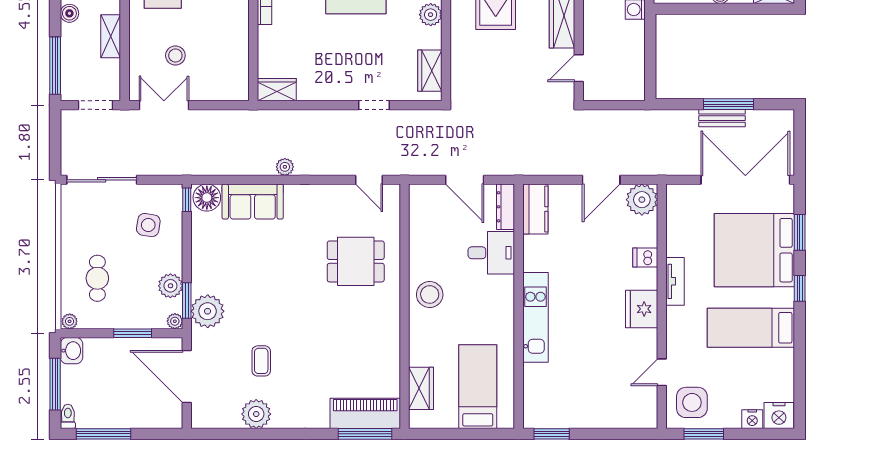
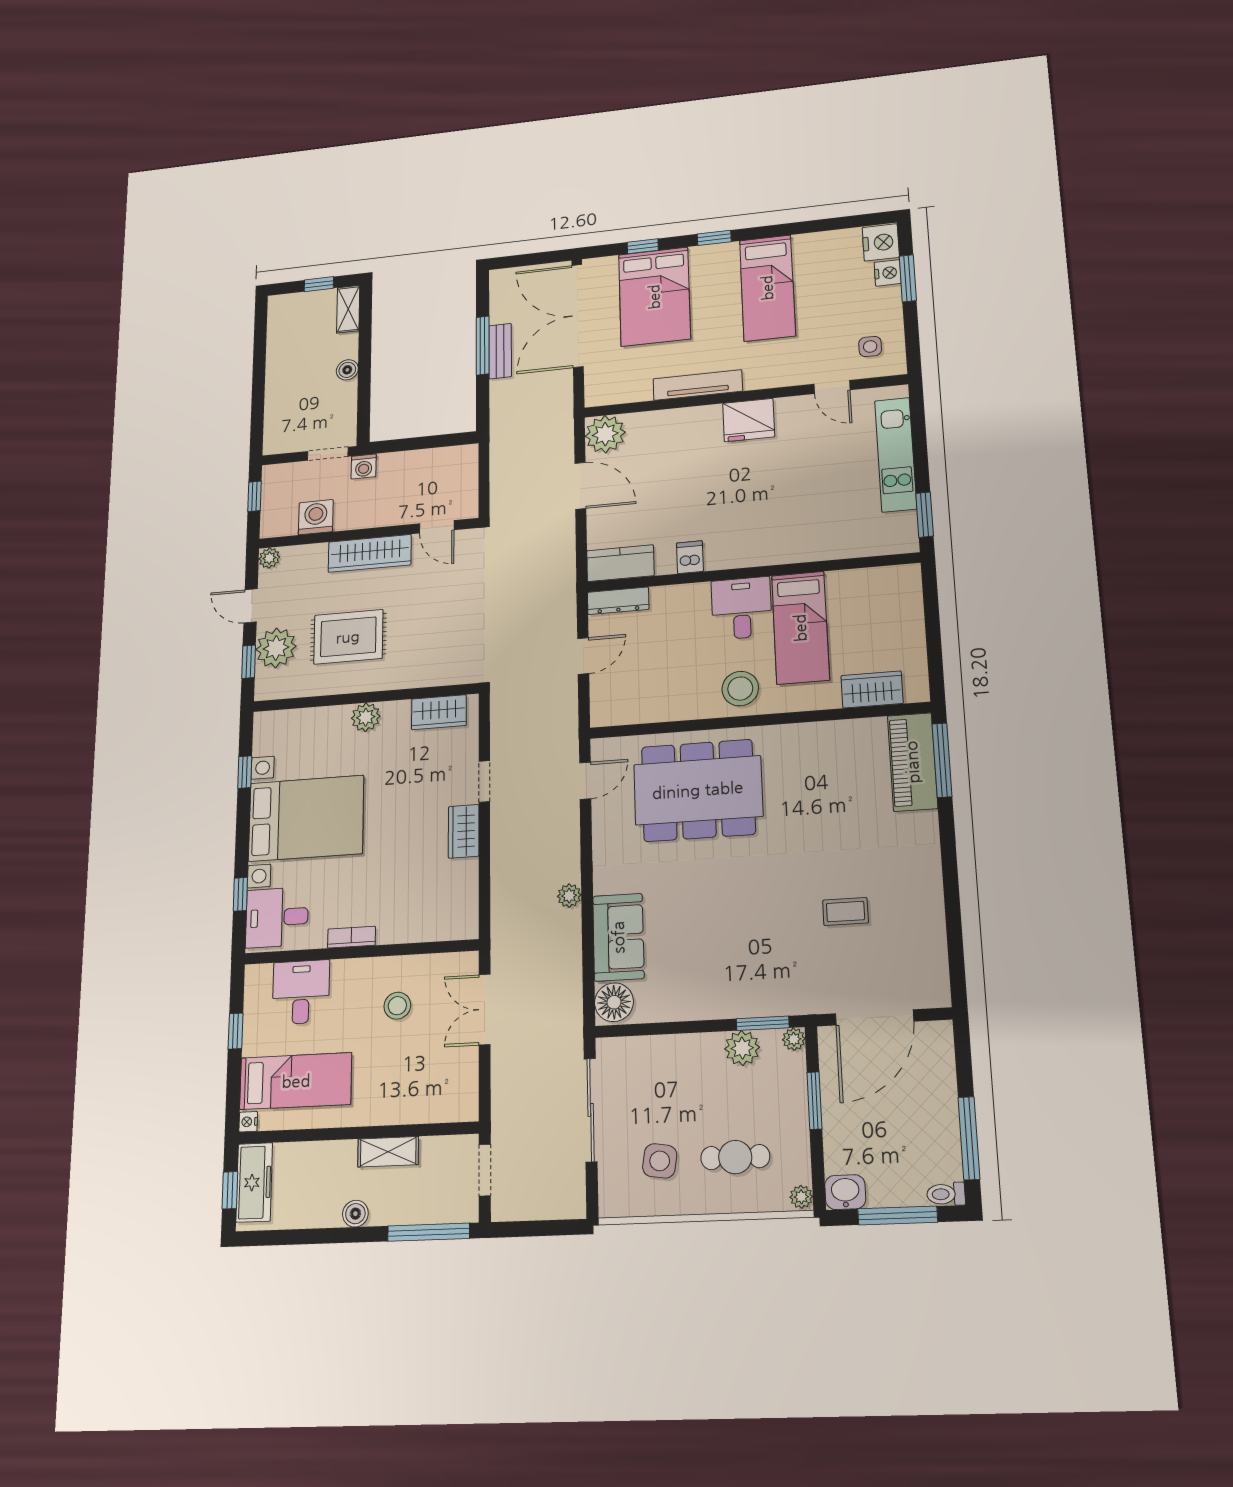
stool: (175, 55) -> (397, 1006), moved
wardrobe: (277, 90) -> (464, 831), moved
double door: (164, 105) -> (485, 1010), moved
sliding door: (102, 180) -> (591, 1110), moved
door: (465, 180) -> (583, 656), width x0.73
window: (187, 200) -> (618, 1031), removed
side table: (148, 225) -> (660, 1161), moved
window: (800, 232) -> (643, 246), width x0.67
bed: (754, 250) -> (654, 297), width x0.73
desk: (491, 253) -> (742, 608), moved
dishwasher: (645, 258) -> (690, 557), moved, turned 180
dining table: (356, 261) -> (698, 790), width x1.88, depth x1.24
tv unit: (675, 281) -> (698, 385), width x1.41
plant: (208, 311) -> (777, 992), removed
kitchen unit: (535, 317) -> (896, 455), moved, turned -90
bed: (478, 387) -> (800, 628), moved, turned -90
side table: (692, 402) -> (870, 346), width x0.54, depth x0.54
plant: (256, 414) -> (924, 914), removed
window: (704, 434) -> (908, 278), moved

